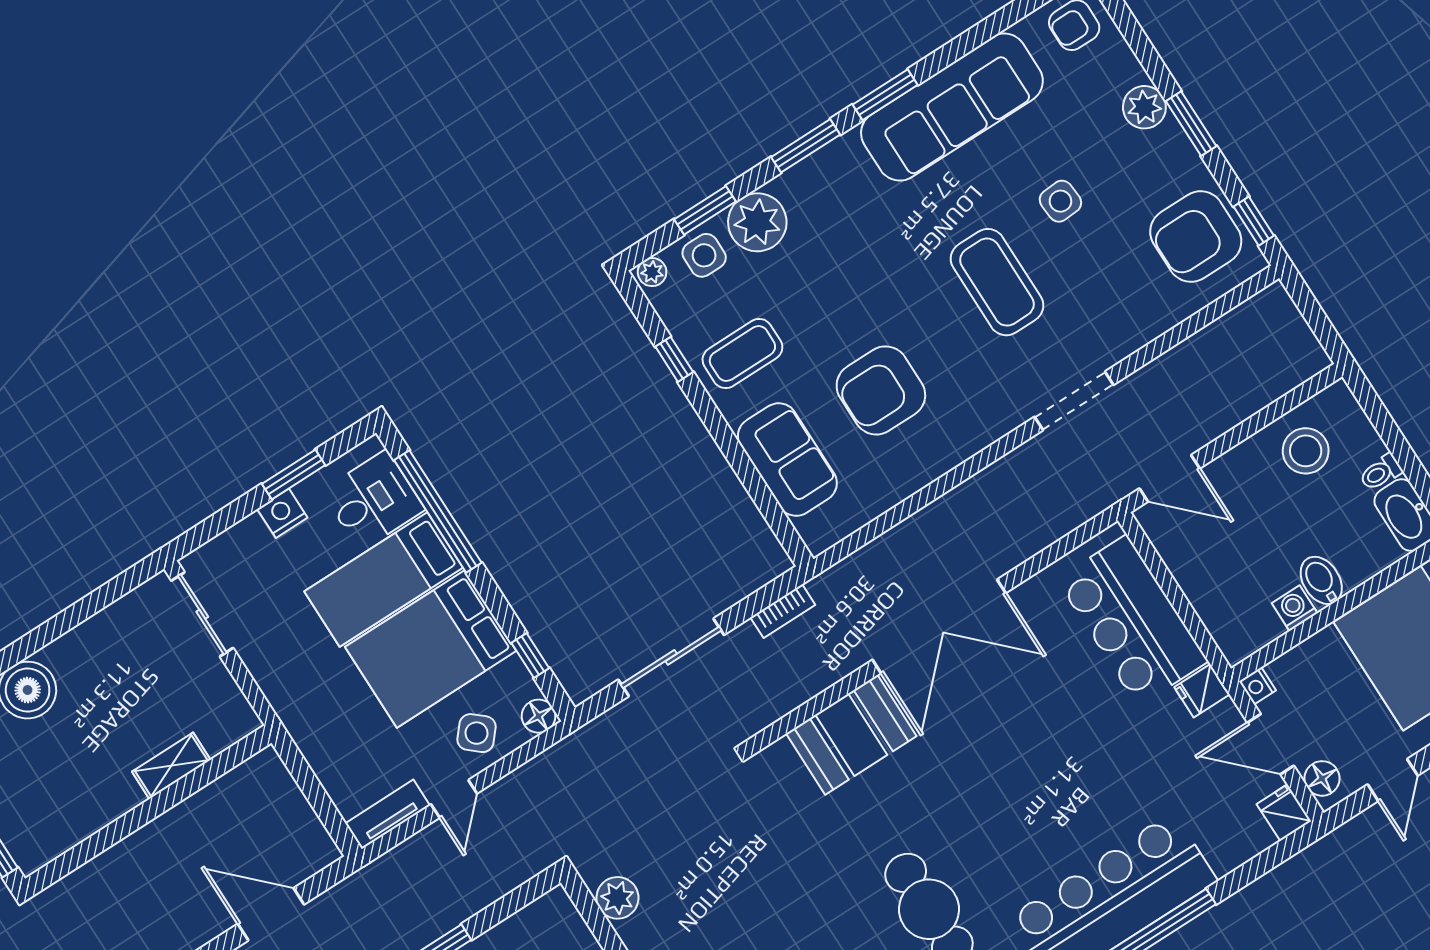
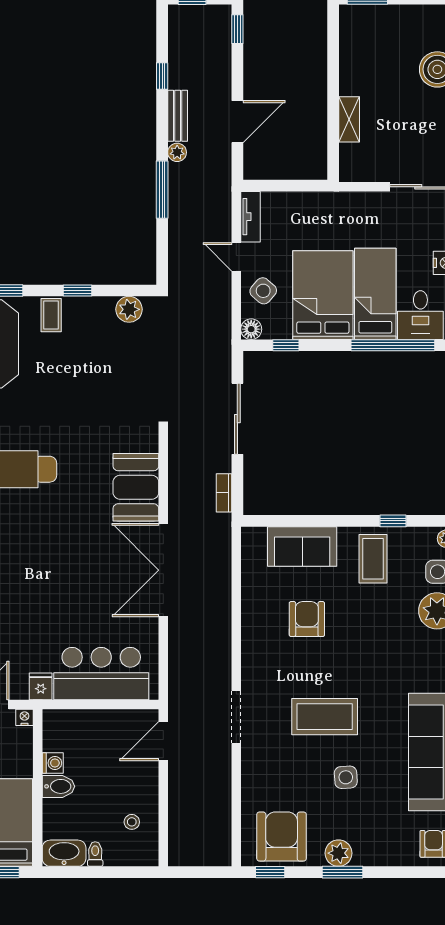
plant: (1144, 107) -> (338, 853), moved
armchair: (881, 390) -> (307, 619), width x0.73, depth x0.73
stool: (1306, 451) -> (132, 822), width x0.53, depth x0.53

